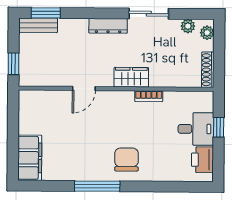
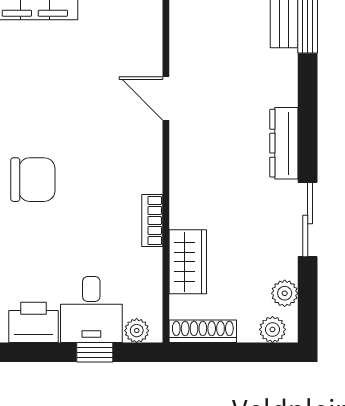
wardrobe: (131, 77) -> (188, 262), moved
plant: (207, 105) -> (137, 331), added

